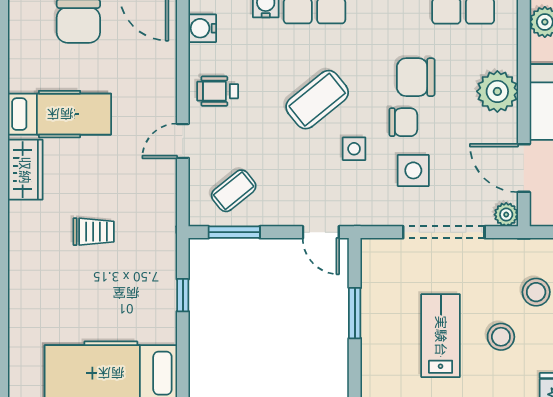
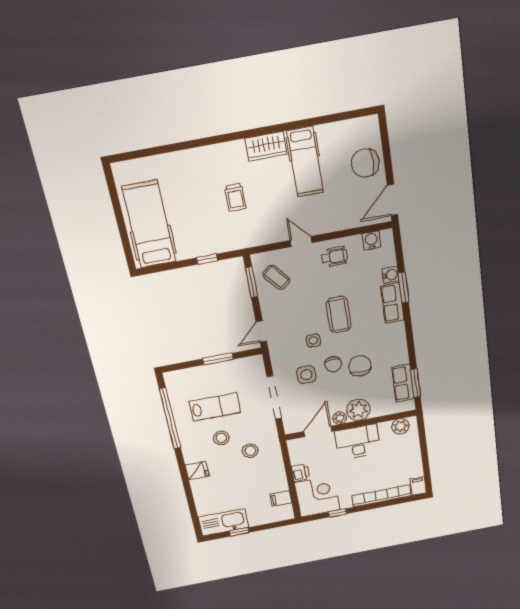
wheelchair: (218, 91) -> (335, 257), turned 90
coffee table: (317, 100) -> (339, 315), turned 39
plant: (506, 215) -> (340, 418), moved

